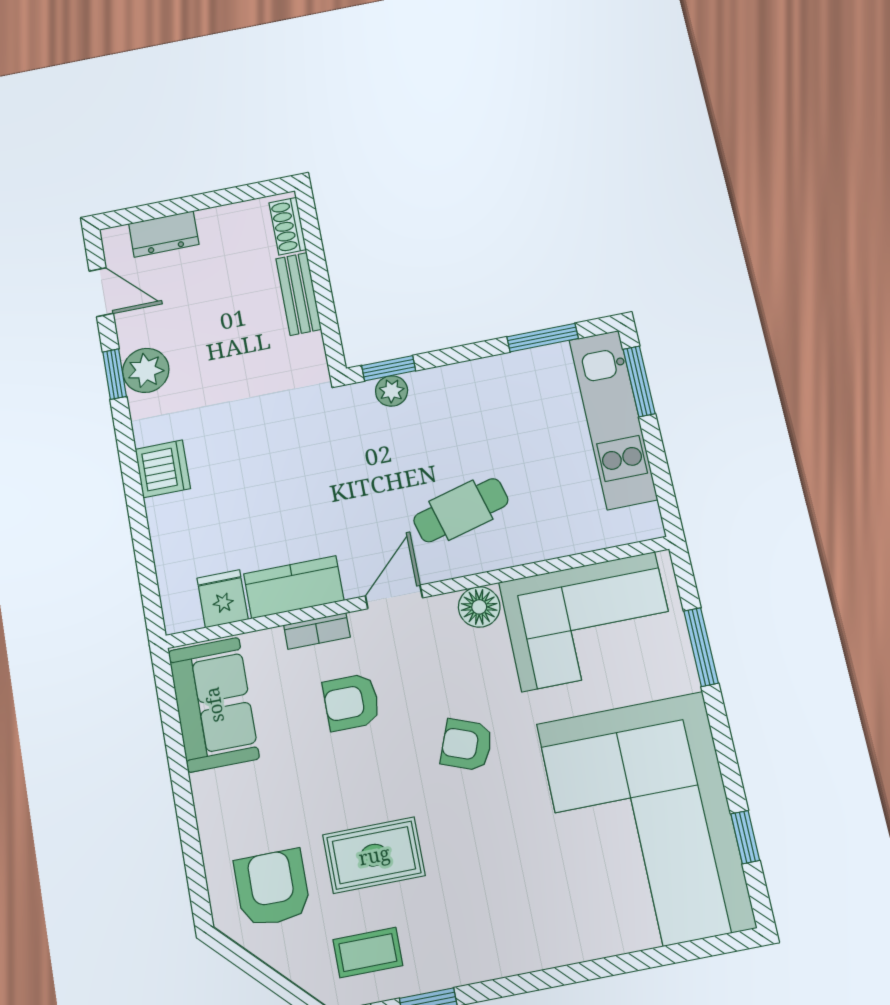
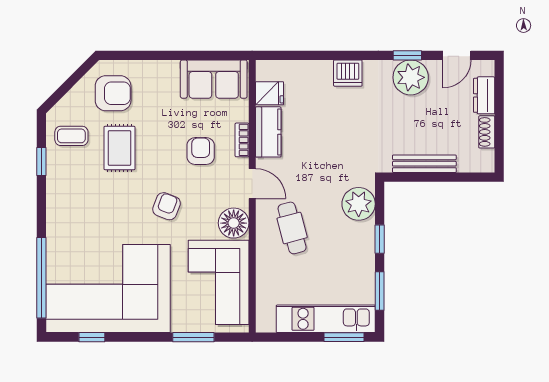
shoe rack: (288, 226) -> (487, 132), moved, turned -90
bench: (299, 294) -> (424, 164), width x1.36
window: (389, 368) -> (380, 239), moved
plant: (146, 370) -> (411, 77), width x1.36, depth x1.36
plant: (392, 391) -> (359, 204), width x1.88, depth x1.88
floor lamp: (479, 607) -> (234, 223), width x1.38, depth x1.38
coffee table: (368, 953) -> (71, 136), turned 90
window: (653, 958) -> (41, 278), added

